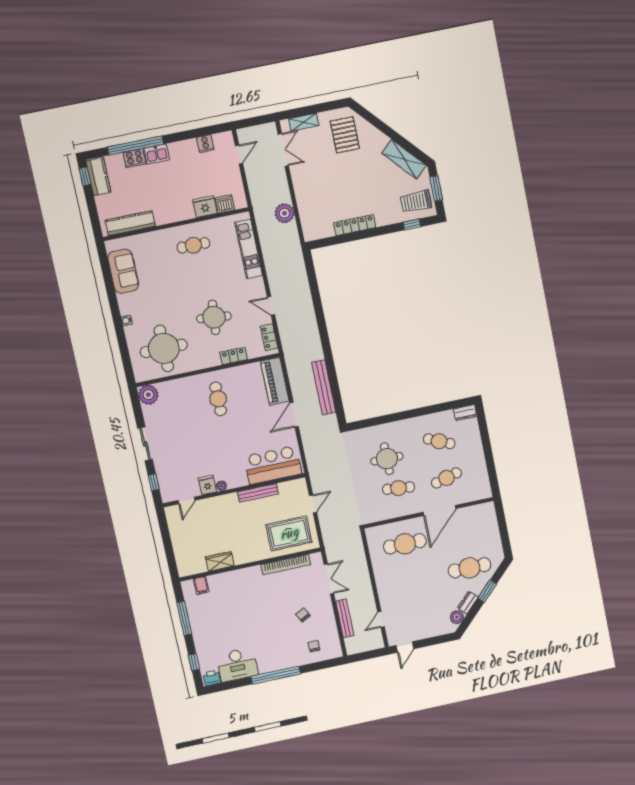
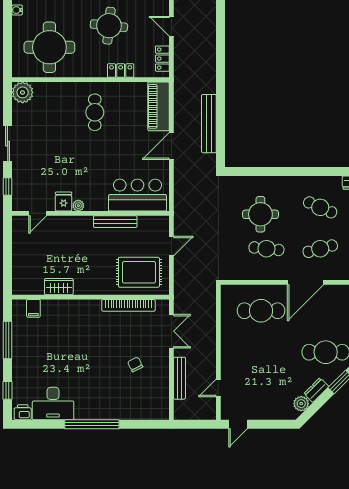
chair: (314, 646) -> (140, 401), removed

